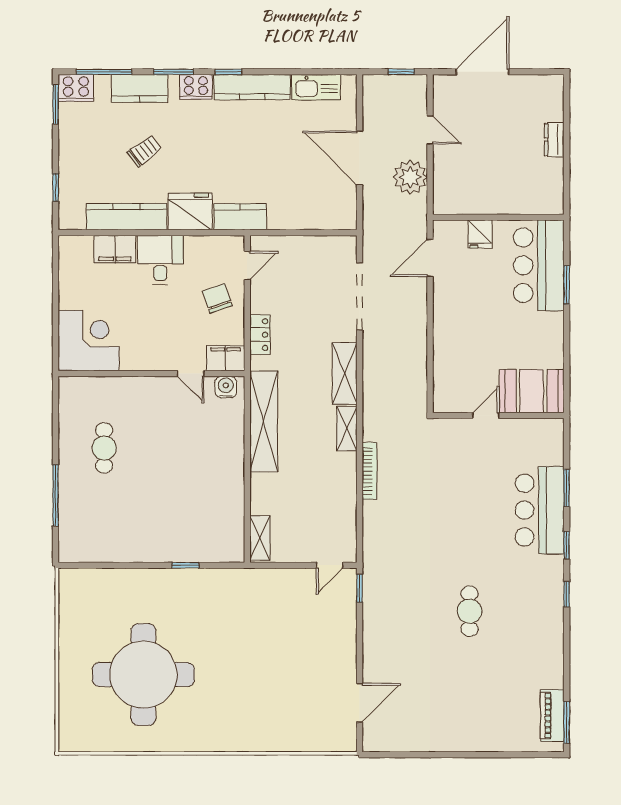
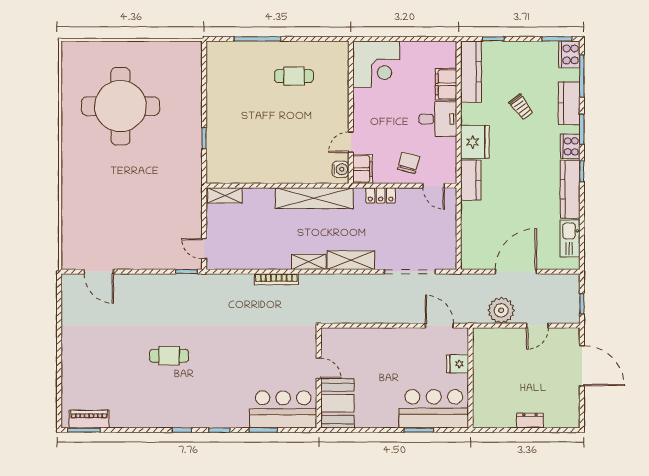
kitchen counter: (127, 217) -> (471, 72), moved
chair: (217, 298) -> (408, 163), turned -56
bar counter: (540, 510) -> (283, 409), moved

